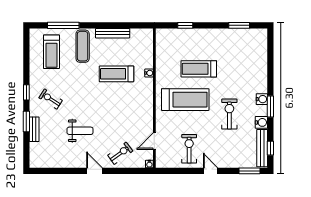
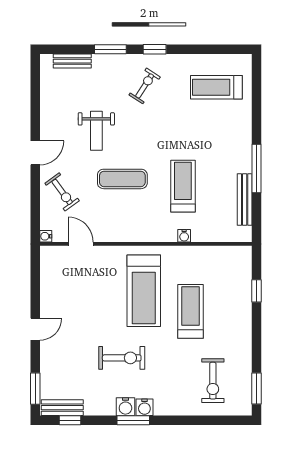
window: (63, 25) -> (256, 168), moved
window: (239, 25) -> (256, 389), moved
bench: (113, 33) -> (245, 199), moved
exercise mat: (83, 46) -> (122, 179), moved
water cooler: (261, 122) -> (125, 407), moved
bench: (34, 129) -> (72, 61), moved
bench: (262, 148) -> (62, 408), width x0.73
exercise bike: (189, 149) -> (213, 381), moved, turned 90

